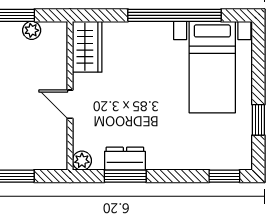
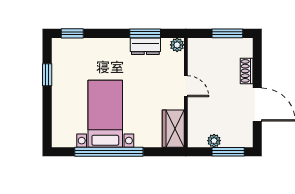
bed with nightstands: (212, 67) -> (105, 114), moved

